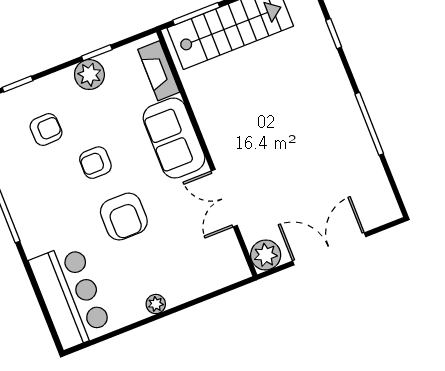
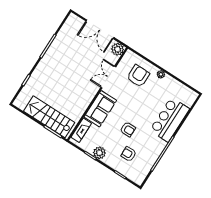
double door: (224, 198) -> (108, 77), swing flipped
armchair: (124, 217) -> (138, 76), moved
bar counter: (71, 296) -> (170, 120), moved

